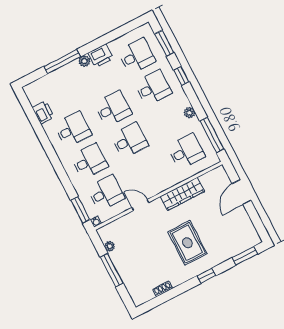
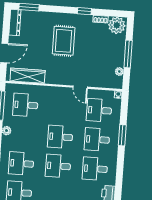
wardrobe: (182, 194) -> (28, 76), moved
window: (80, 210) -> (122, 135), moved
dresser: (250, 231) -> (15, 23), added
window: (206, 276) -> (84, 11), moved
plant: (142, 293) -> (117, 25), added

